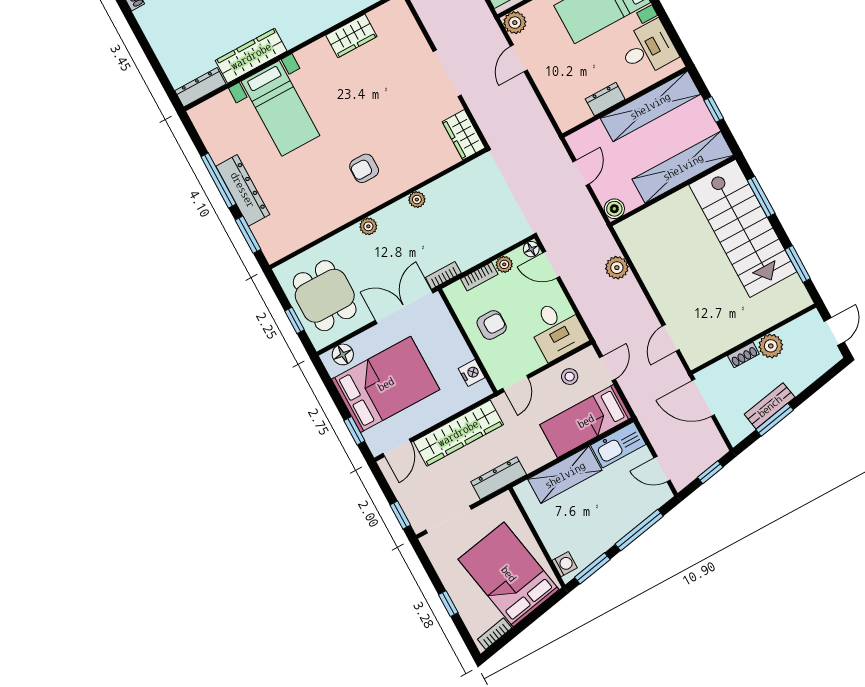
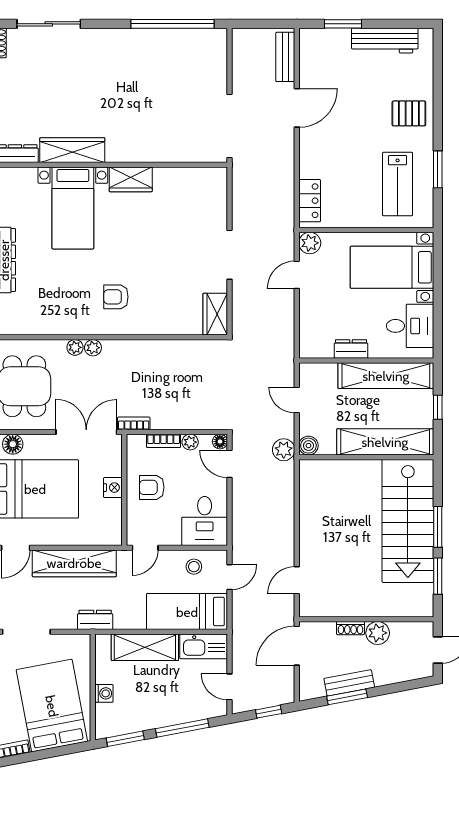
wardrobe: (351, 36) -> (131, 179), moved
door: (581, 173) -> (297, 400), swing flipped
window: (761, 197) -> (438, 527), moved
plant: (417, 200) -> (75, 347), moved
plant: (617, 268) -> (284, 450), moved
armchair: (492, 325) -> (152, 487), turned 180
nightstand: (472, 373) -> (113, 488), moved
door: (703, 398) -> (297, 646), hinge flipped
dresser: (499, 478) -> (95, 620), width x0.70
washing machine: (565, 564) -> (104, 693), moved

